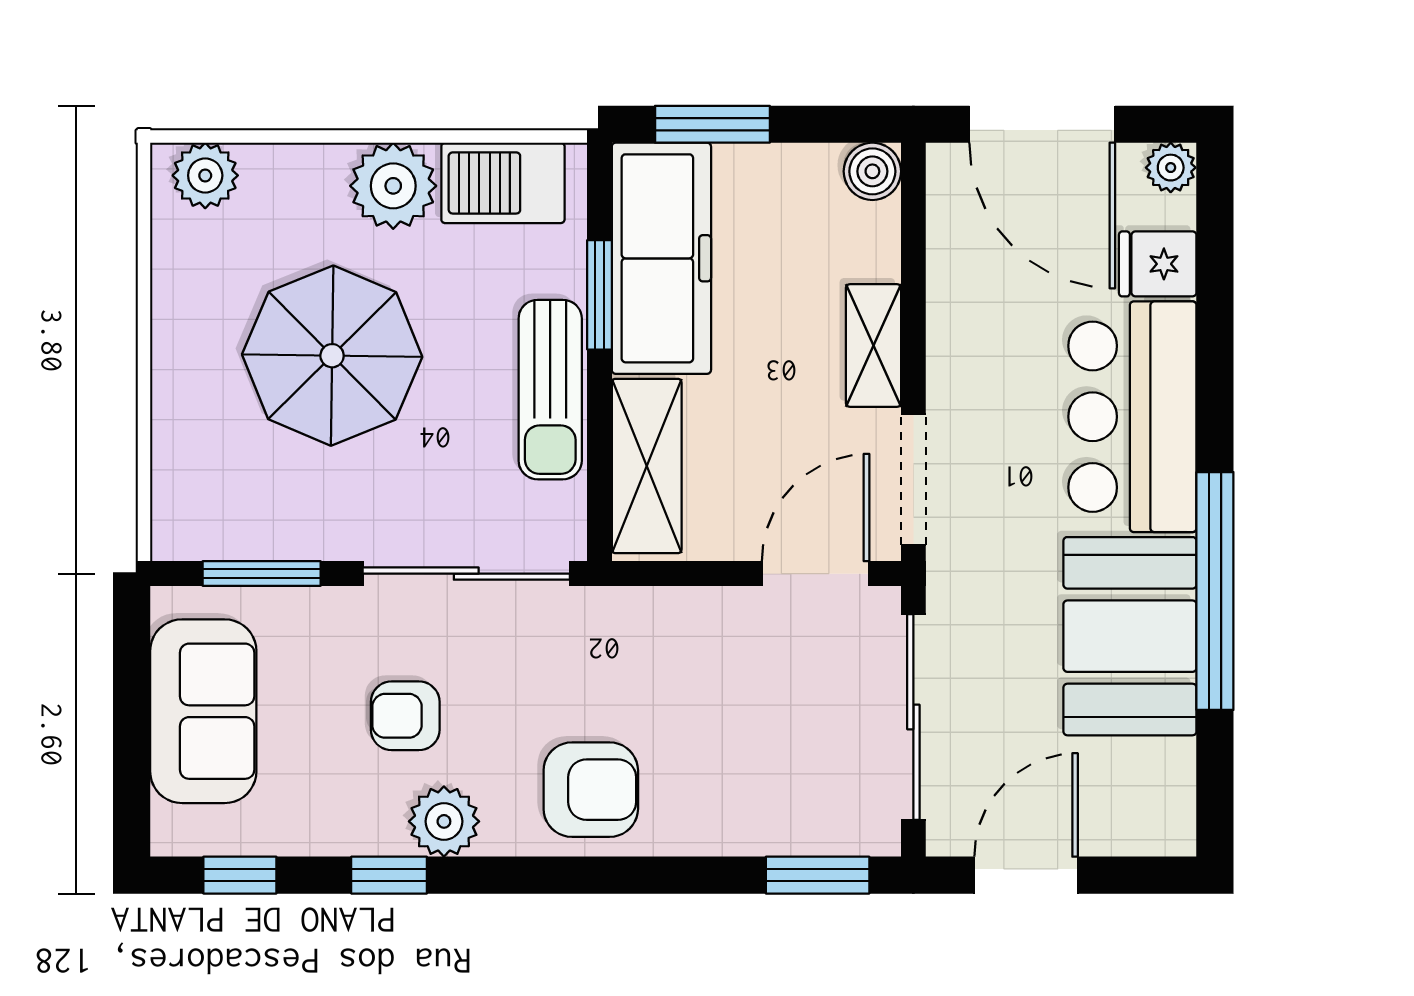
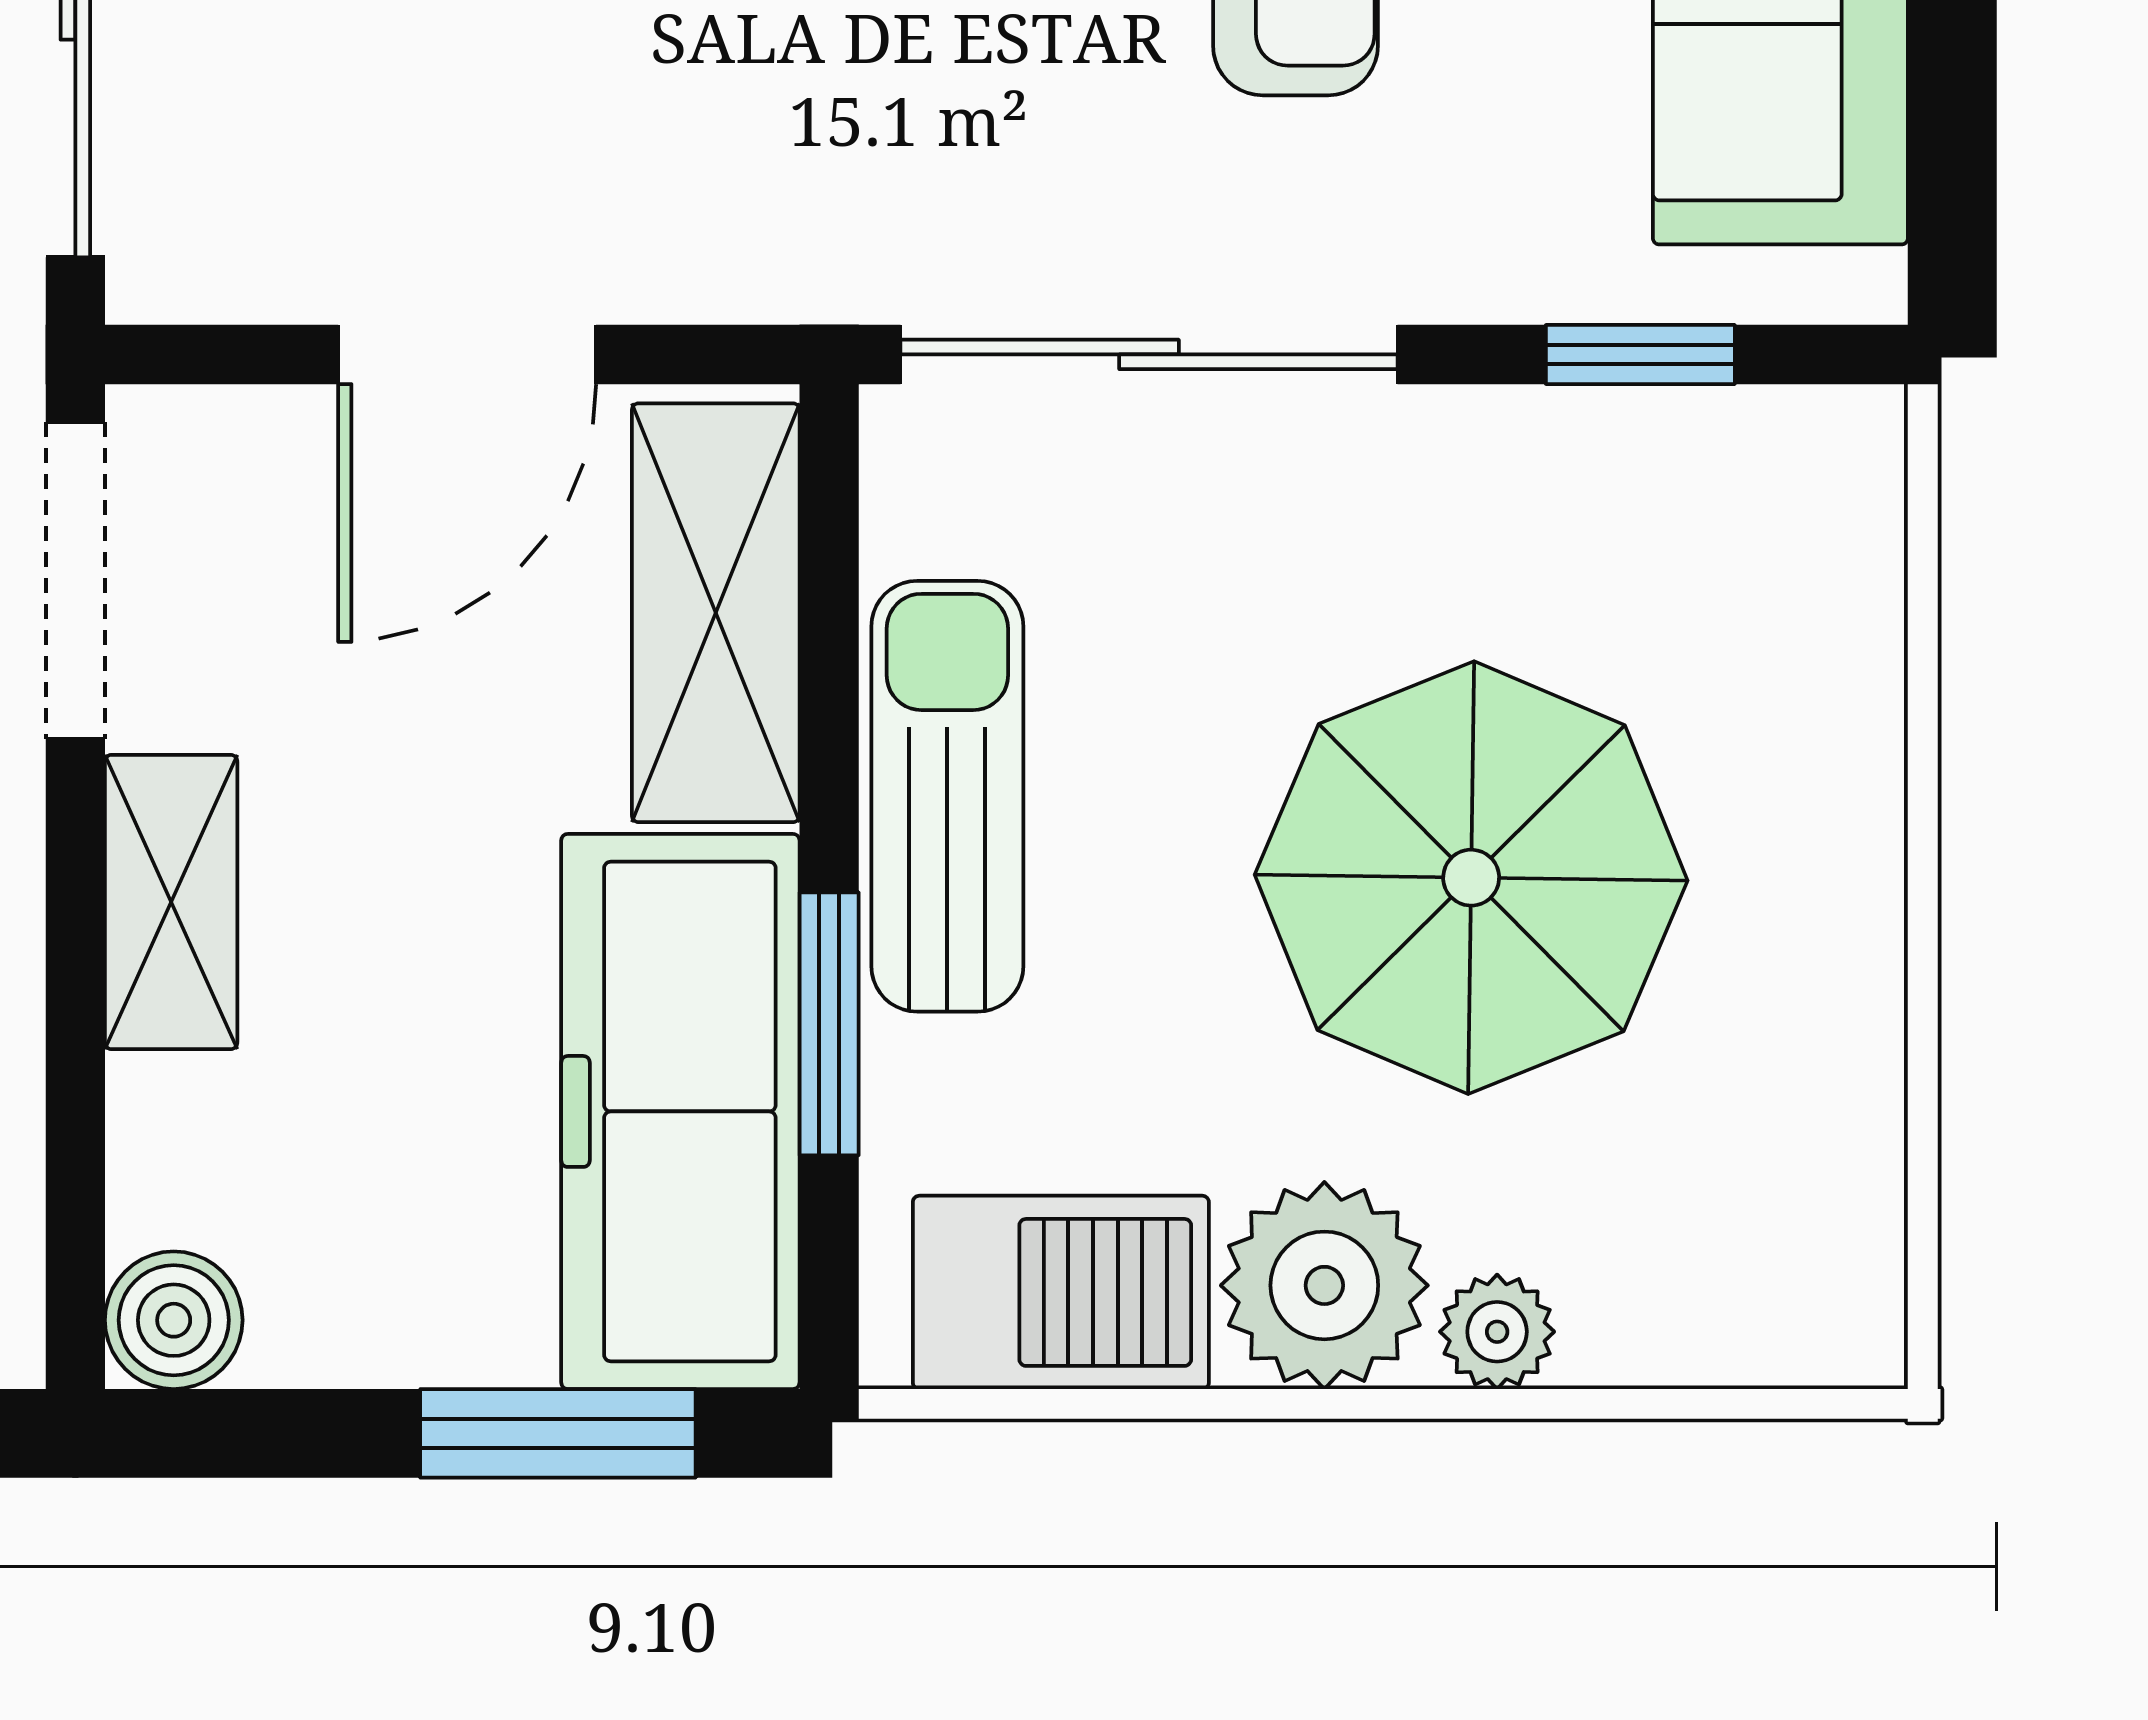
plant: (205, 175) -> (1497, 1332), moved, width x0.73, depth x0.73
window: (262, 574) -> (1640, 354), width x0.67
door: (816, 574) -> (467, 354), moved

